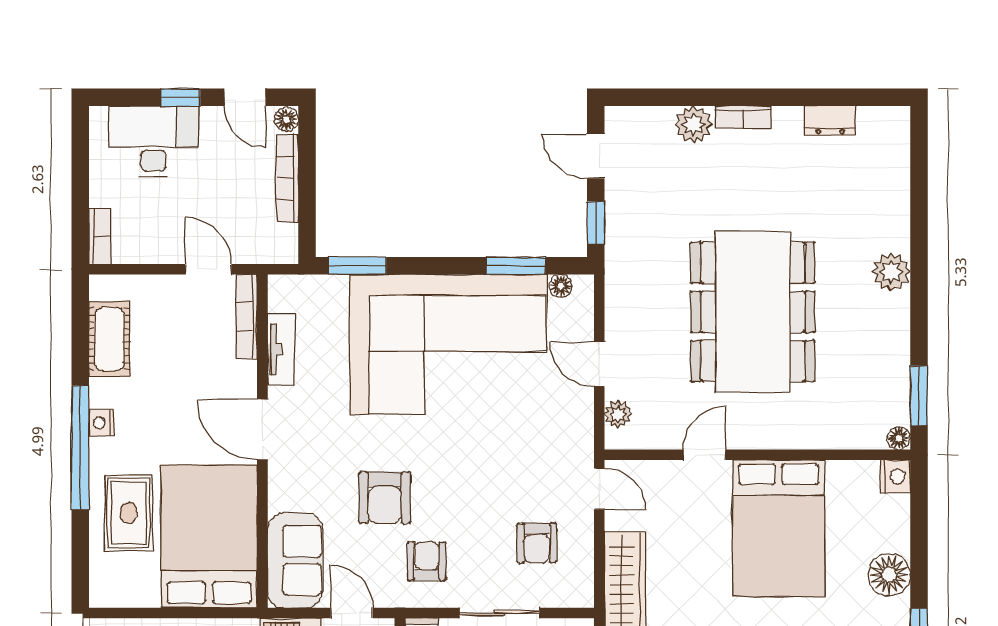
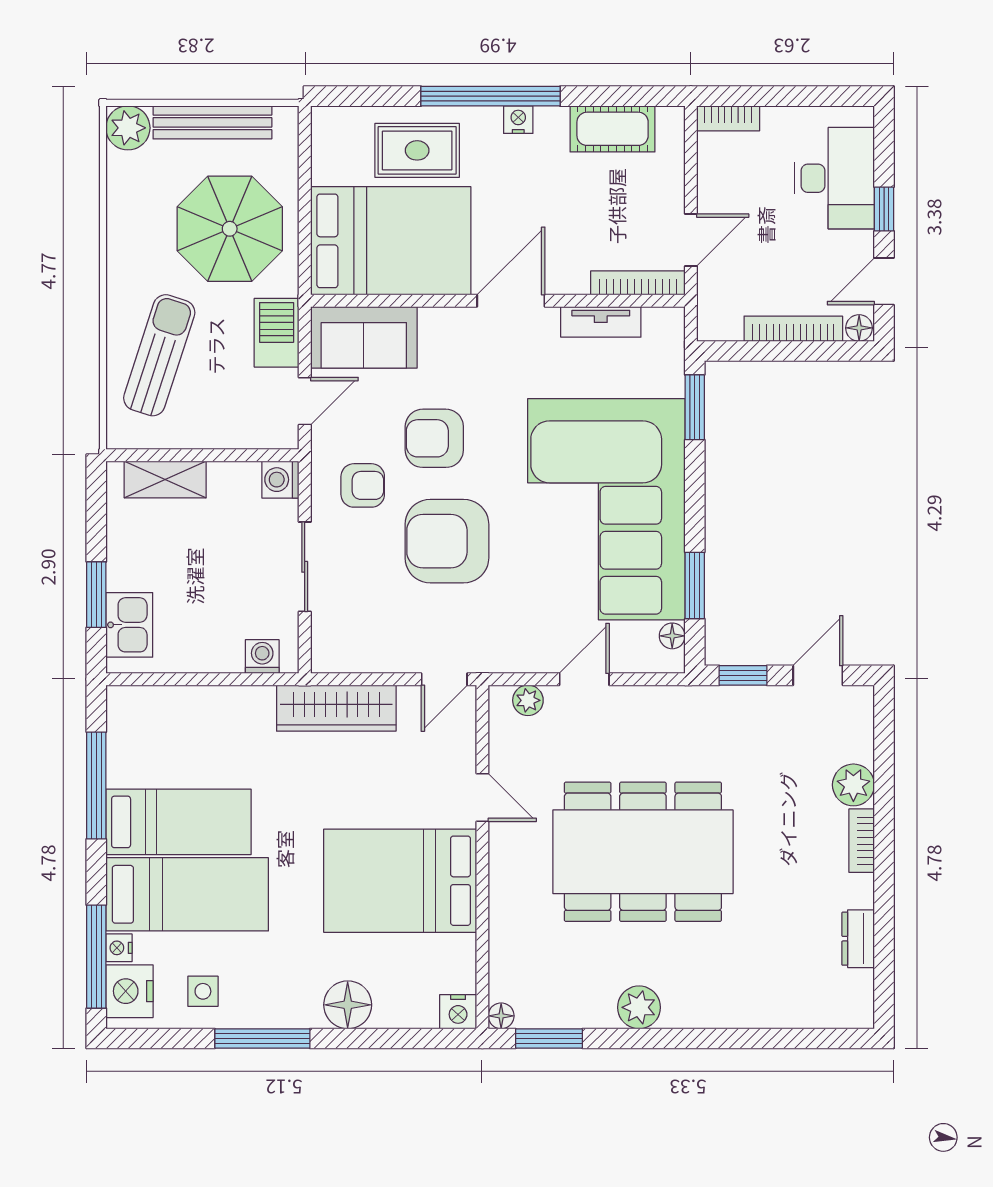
plant: (891, 272) -> (639, 1007), moved
armchair: (537, 543) -> (447, 541), moved, width x1.88, depth x1.88

